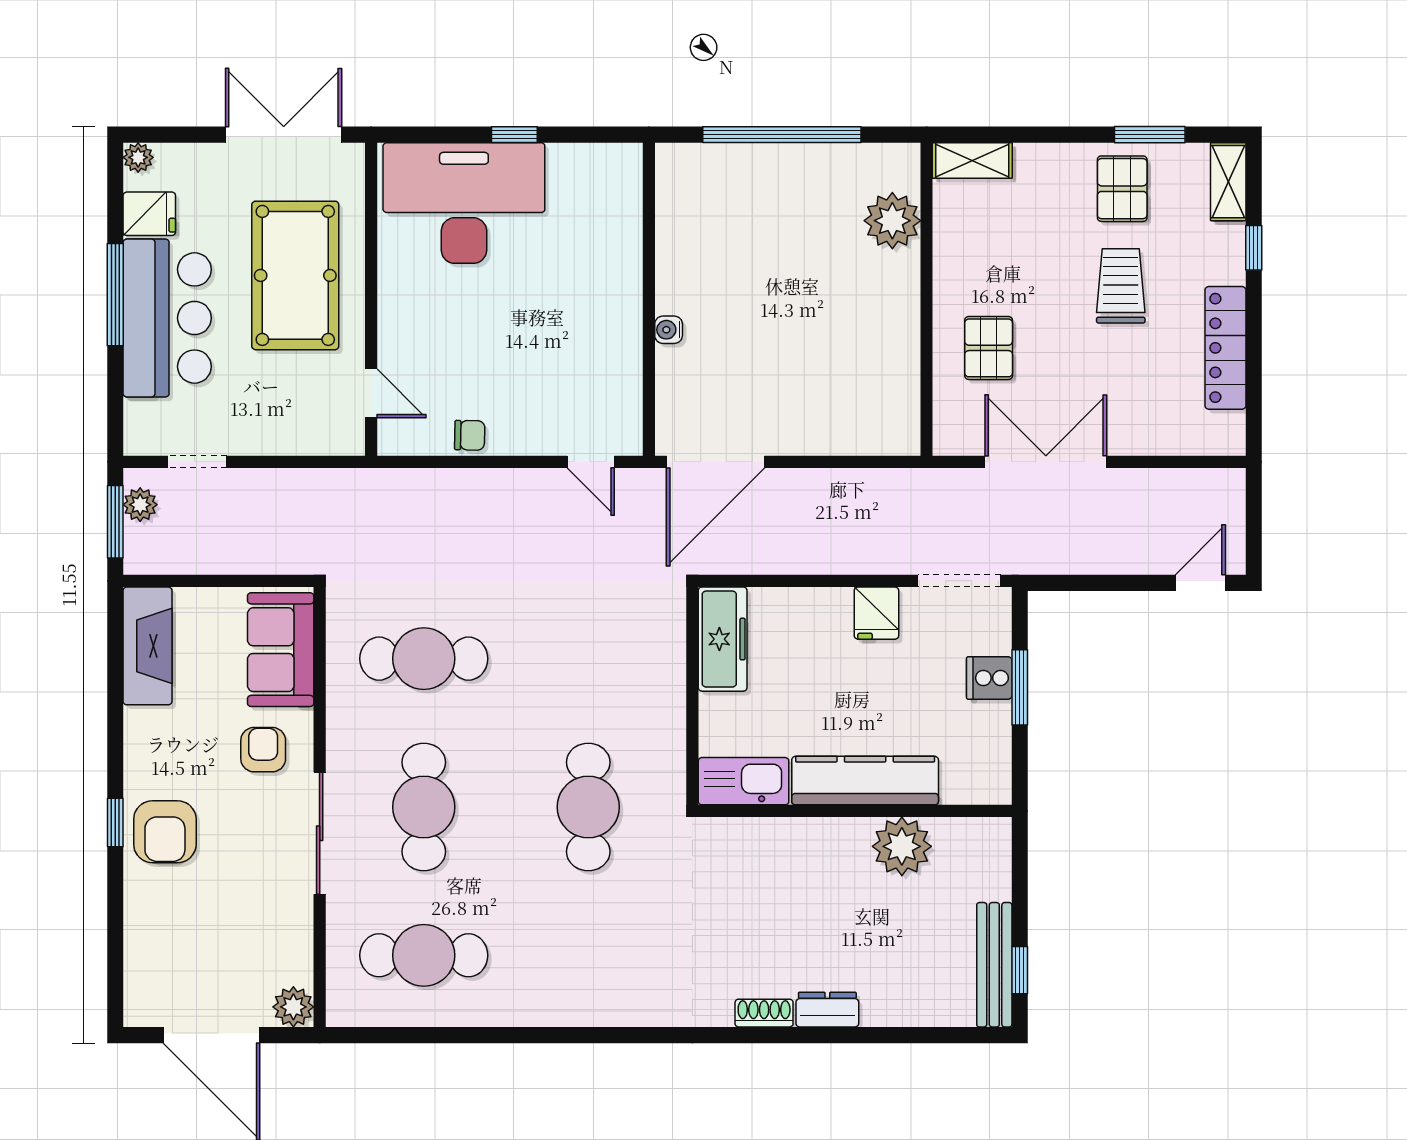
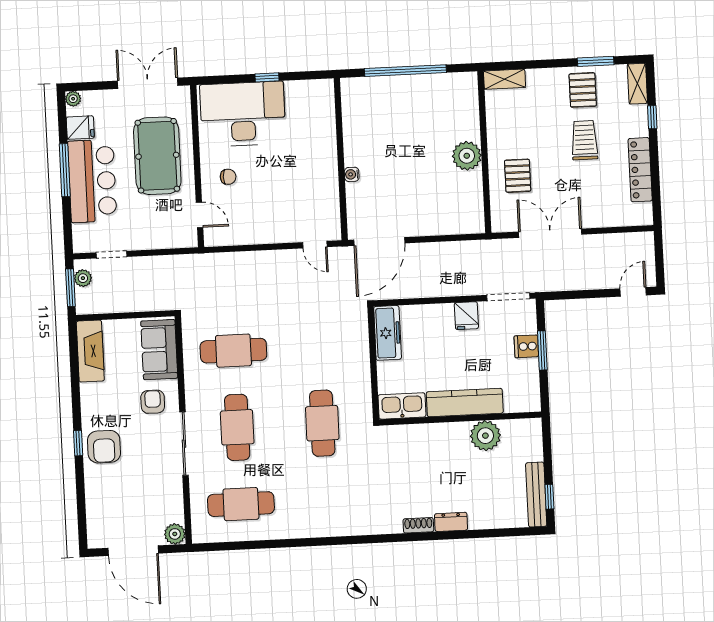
plant: (892, 221) -> (467, 156), moved
chair: (470, 435) -> (228, 177), moved

